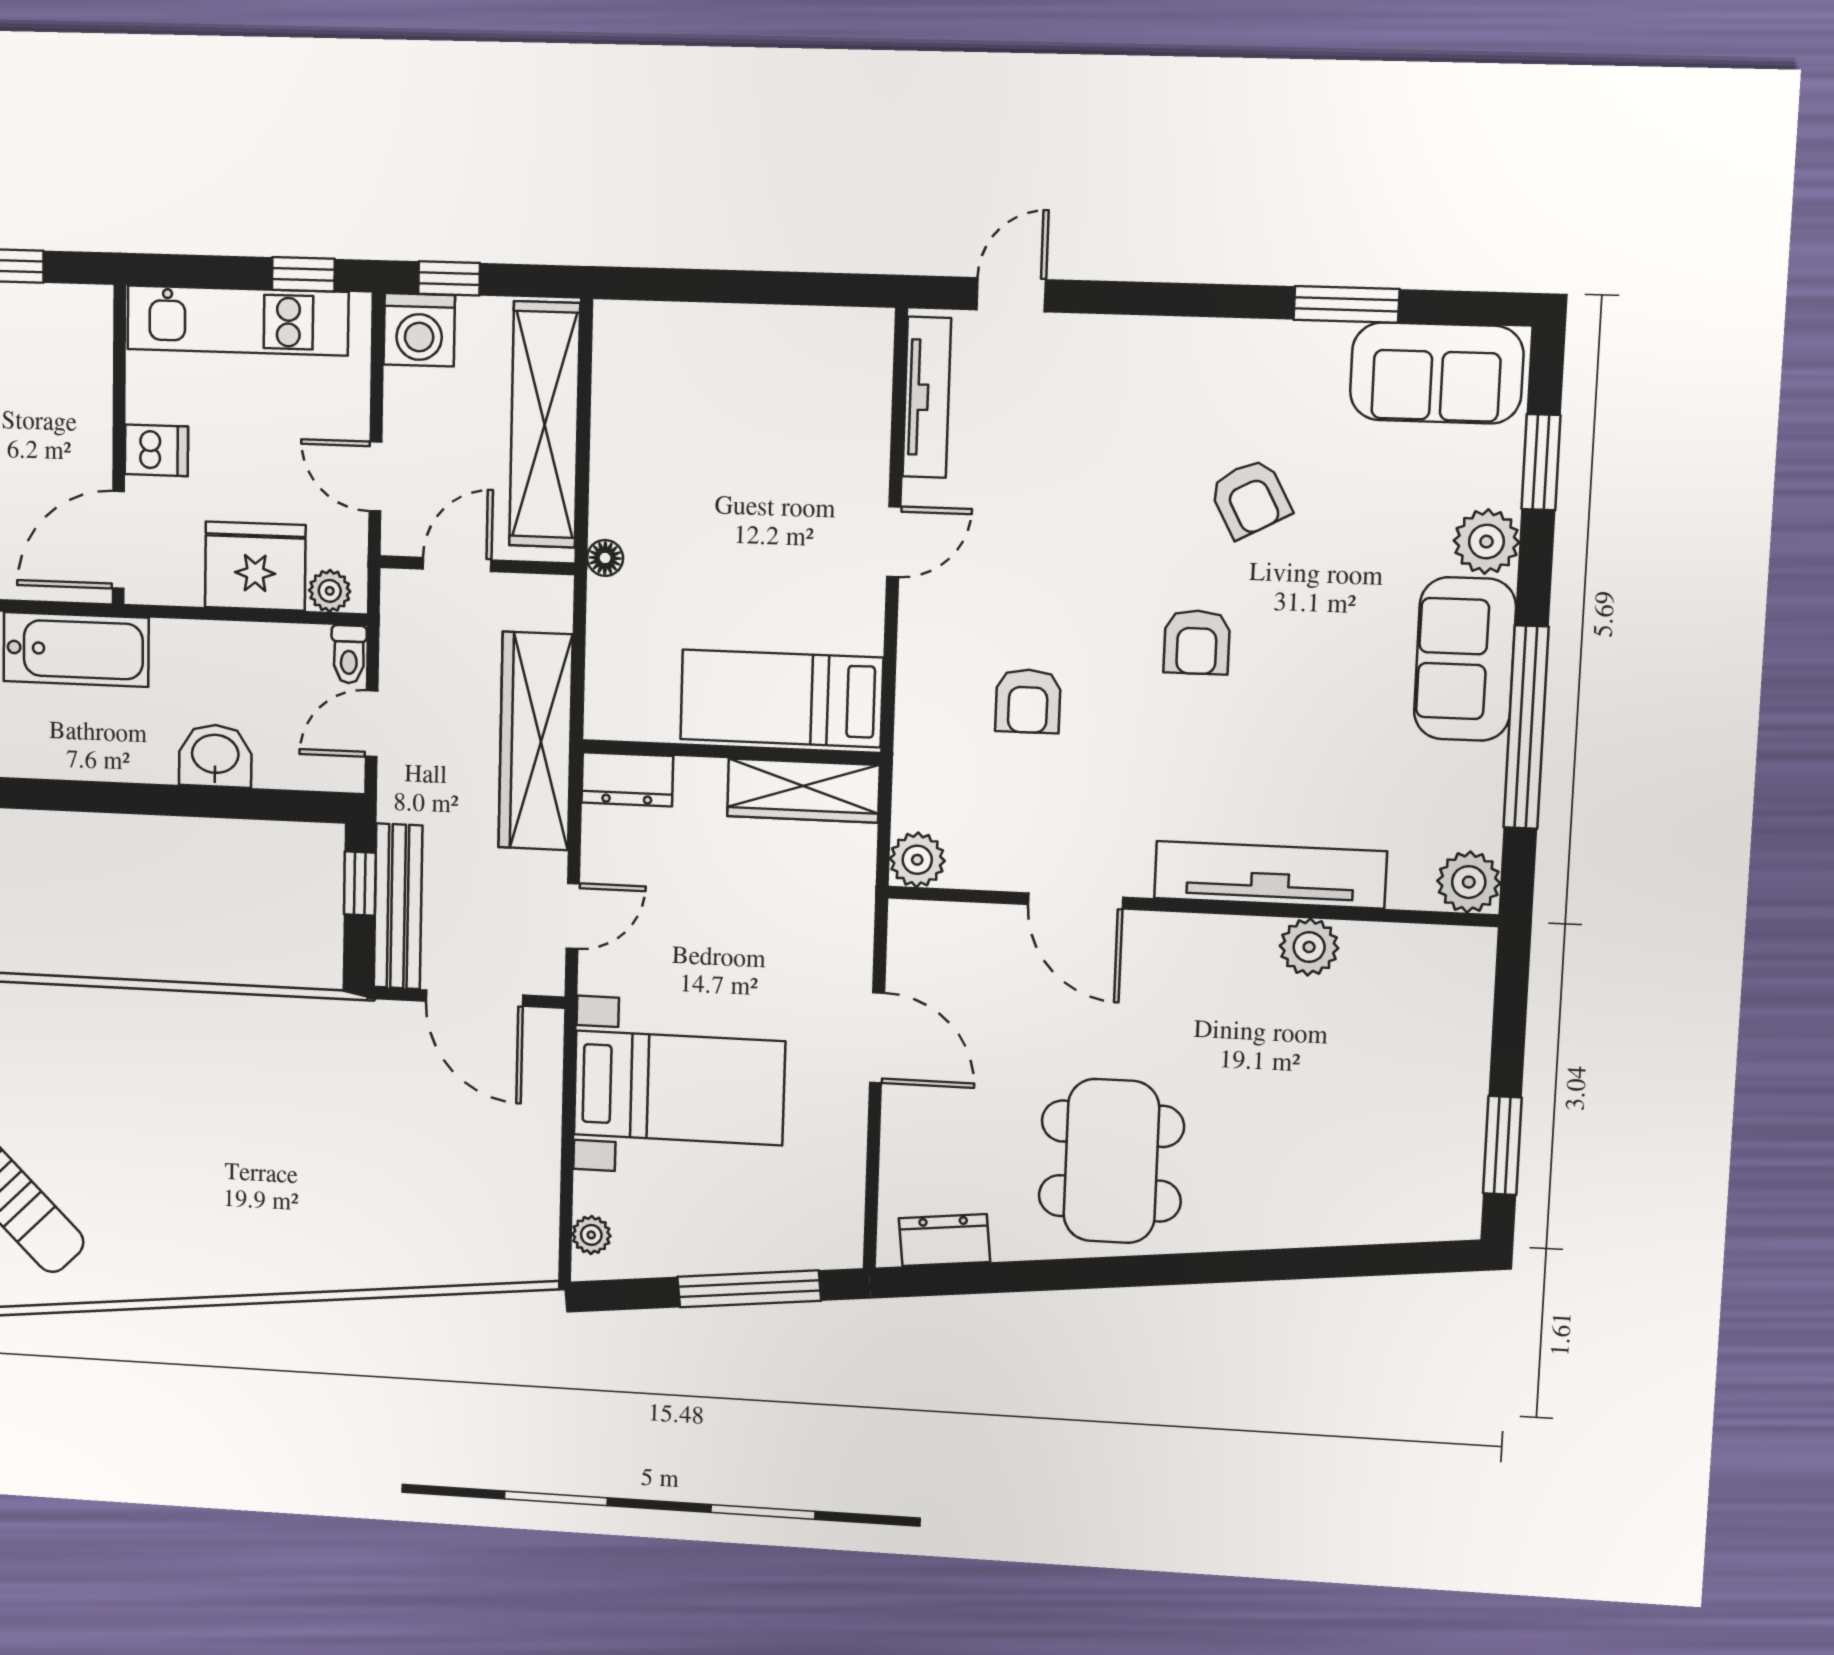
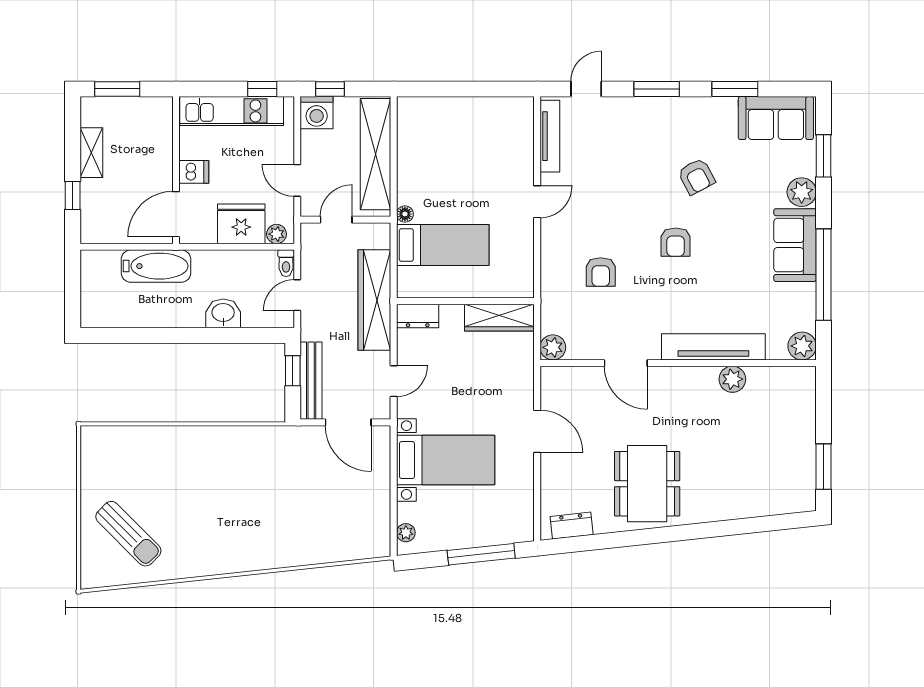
window: (1169, 299) -> (657, 89), added
bed: (782, 698) -> (443, 245), moved, turned 180

